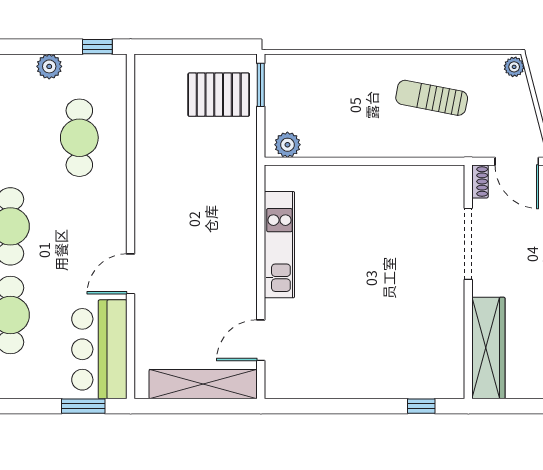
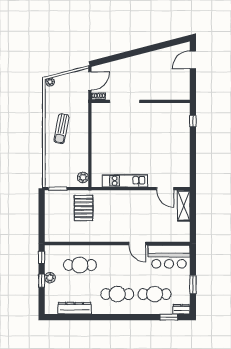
window: (42, 47) -> (42, 281), added
pallet: (219, 95) -> (84, 208), moved
sun lounger: (432, 98) -> (62, 129), moved
wardrobe: (488, 348) -> (168, 93), removed
shelving: (203, 384) -> (184, 206), width x0.68
window: (83, 406) -> (193, 285), moved

